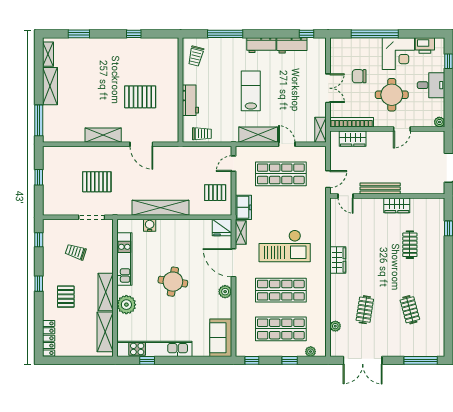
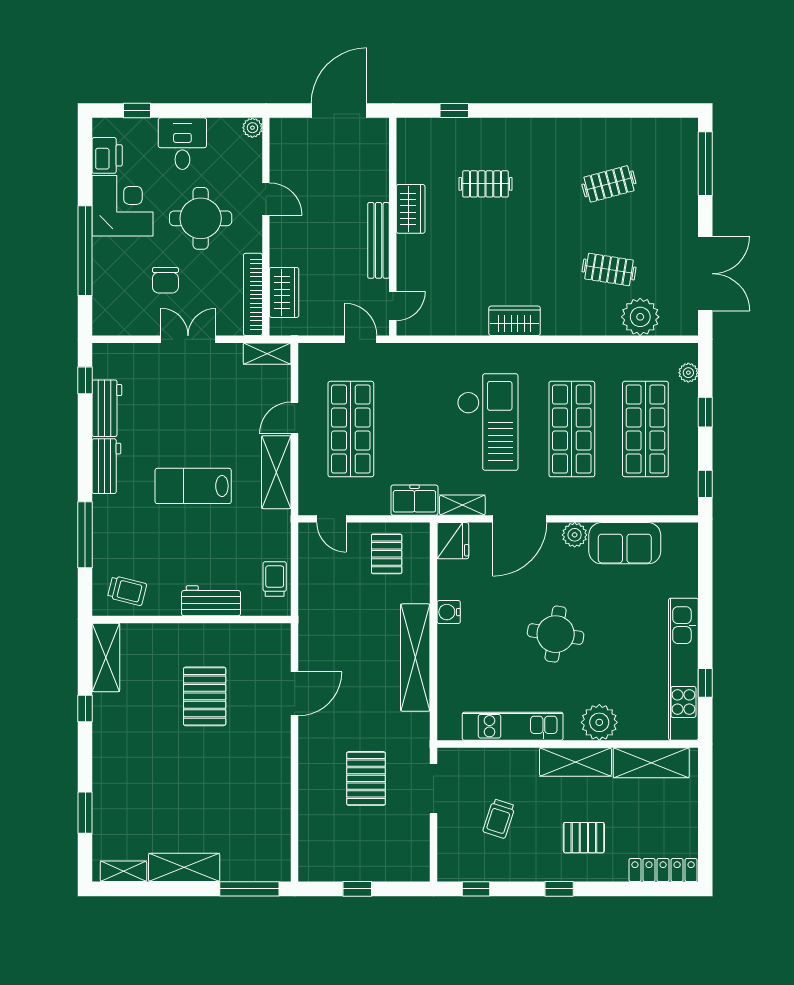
shelving: (103, 135) -> (106, 657), moved
water cooler: (150, 225) -> (449, 612), moved
plant: (335, 326) -> (640, 317), width x1.87, depth x1.87
sofa: (221, 338) -> (625, 543), moved

